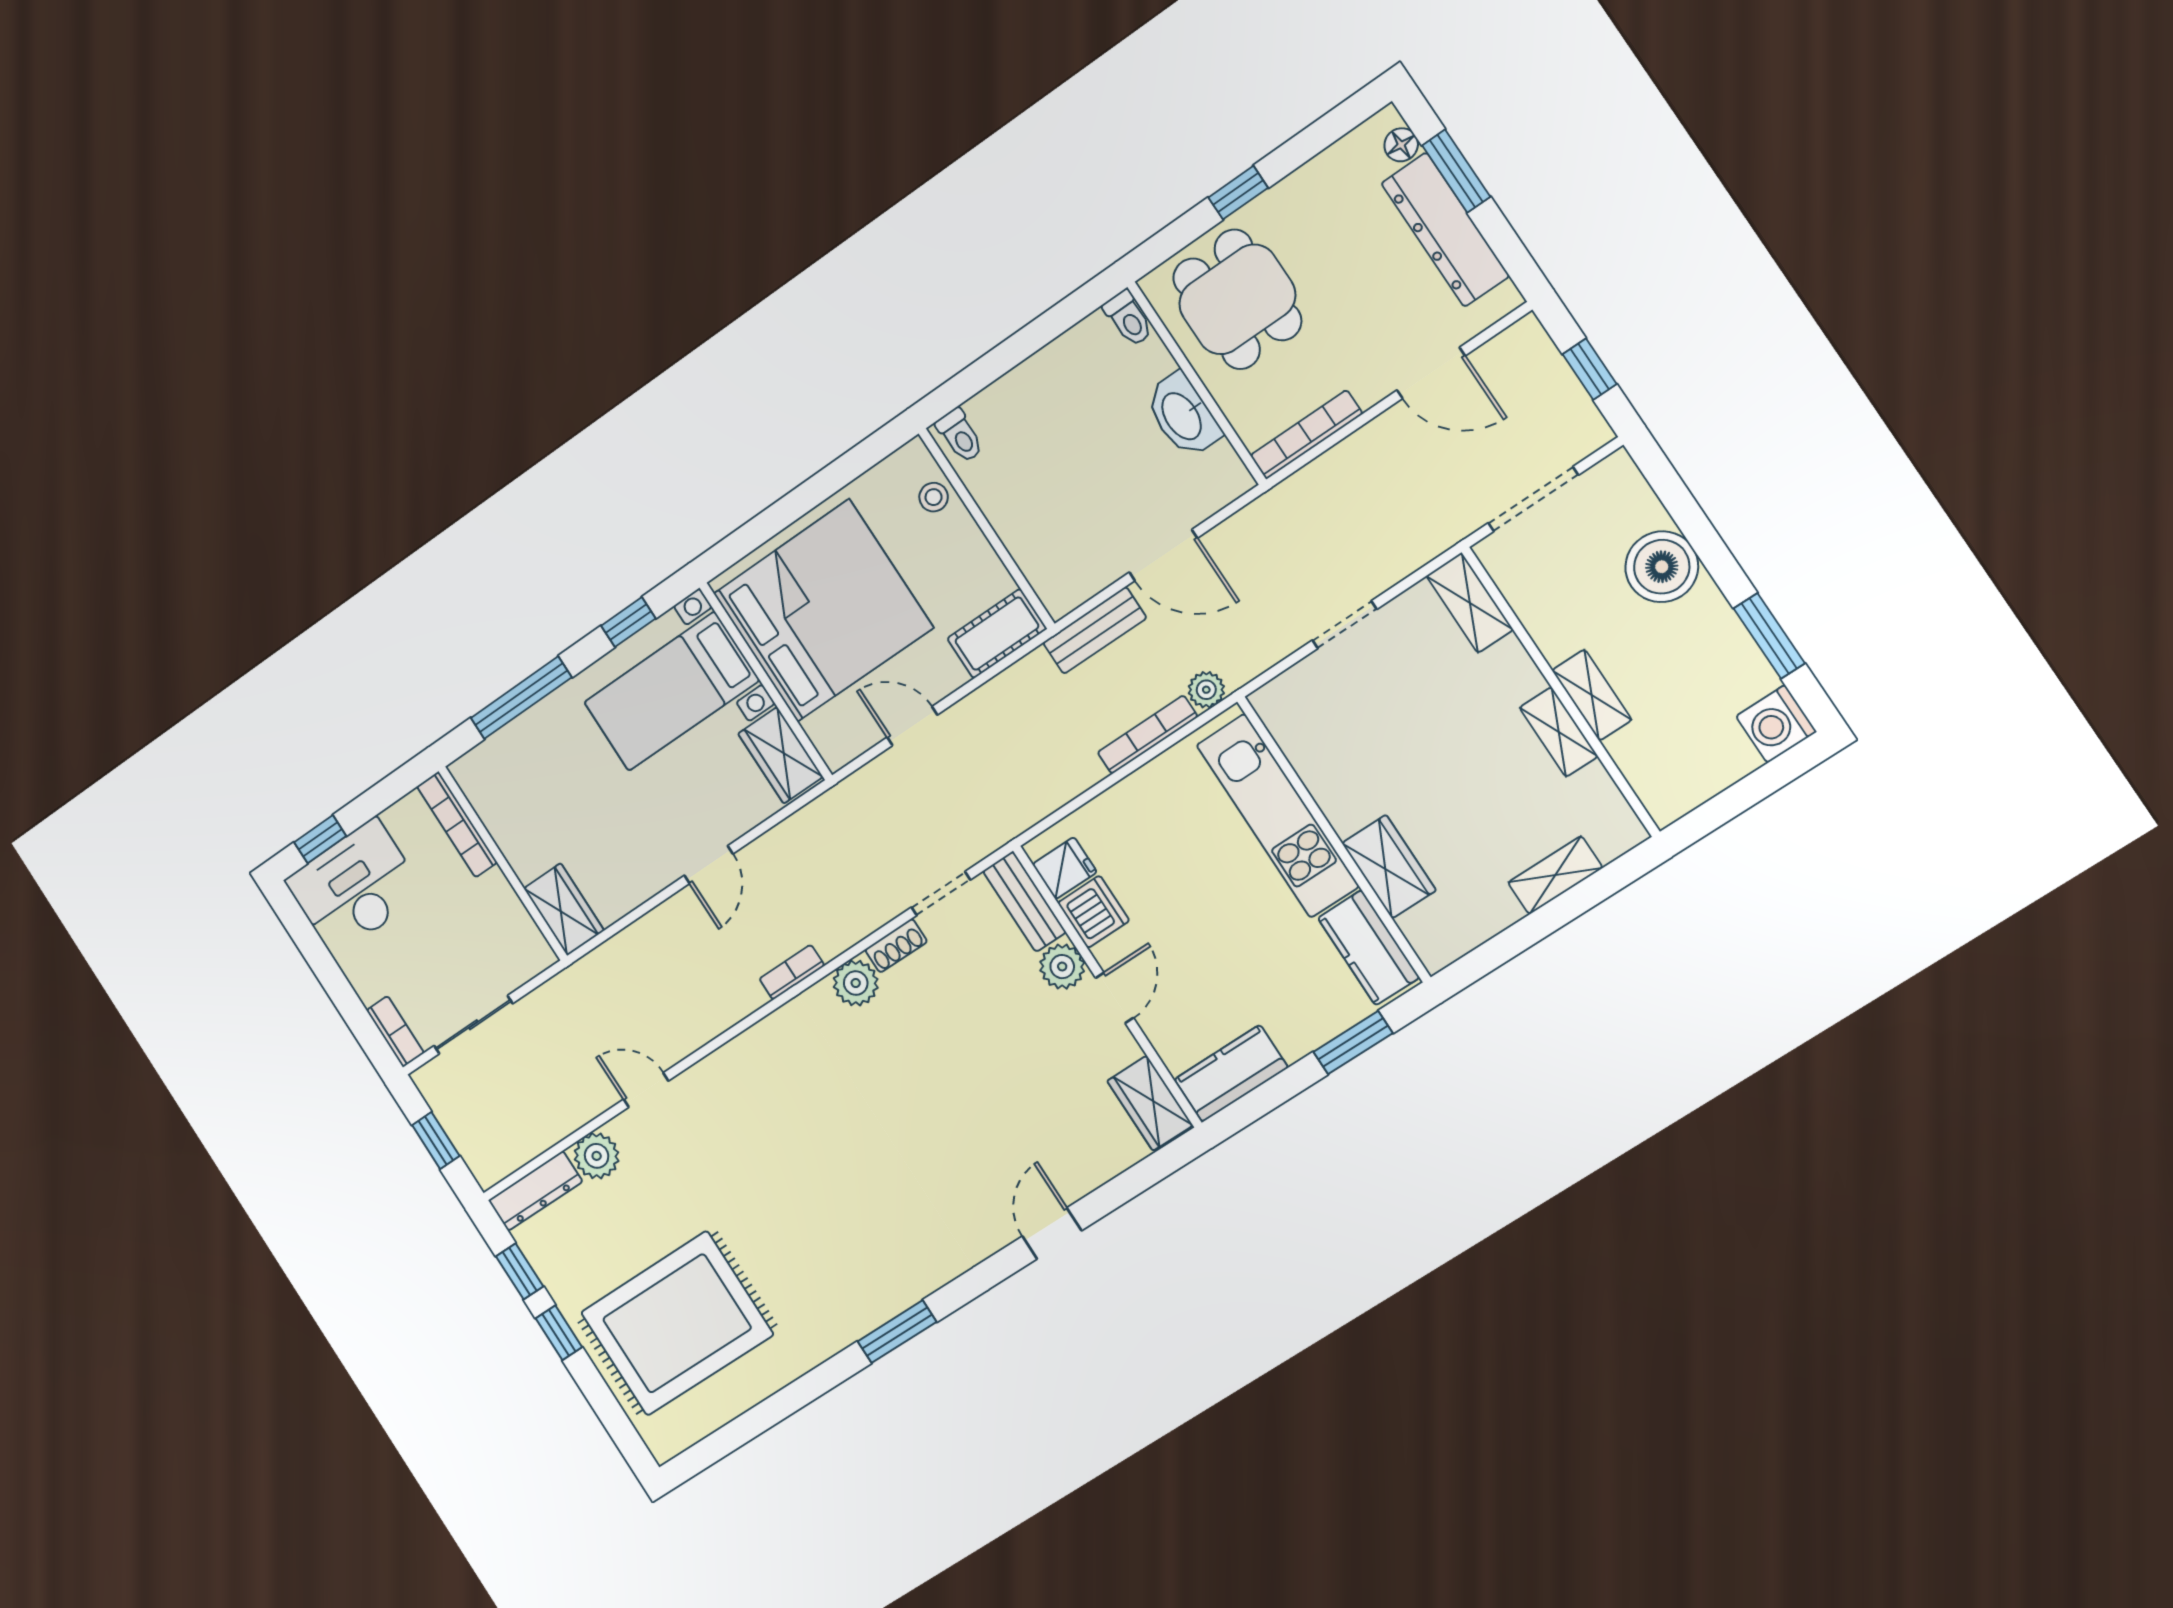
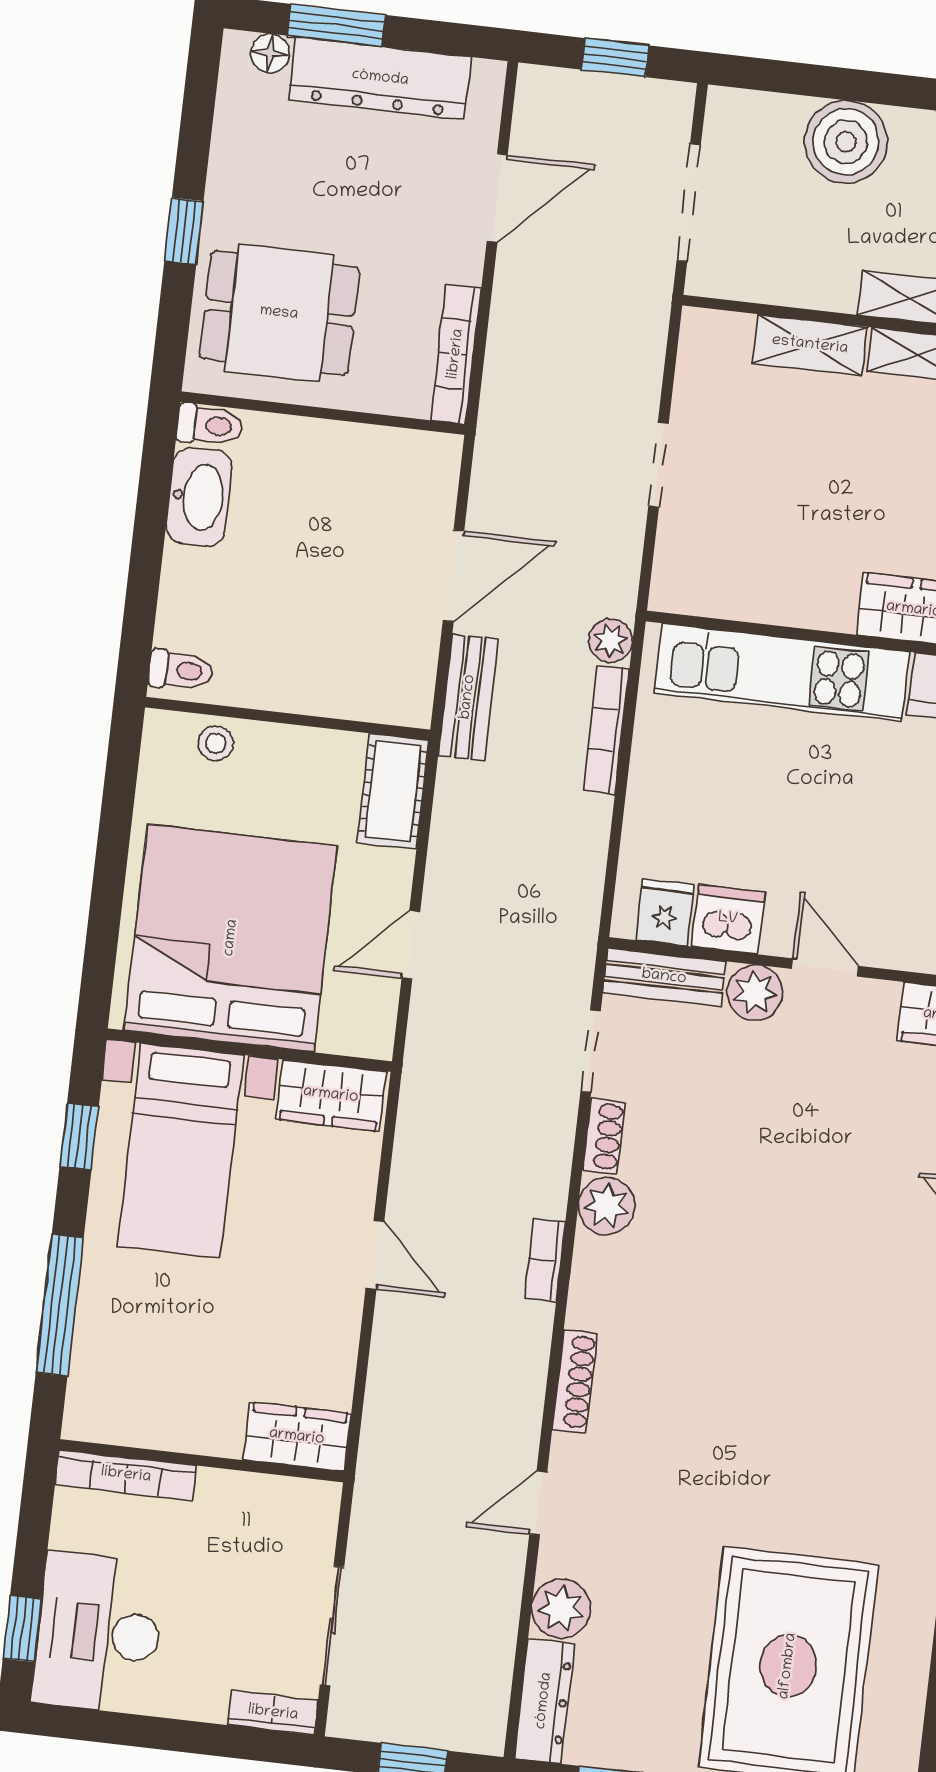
washbasin: (1183, 415) -> (199, 497), moved, turned -90
shelving: (1470, 603) -> (810, 345), moved
shoe rack: (735, 1052) -> (575, 1381), added

